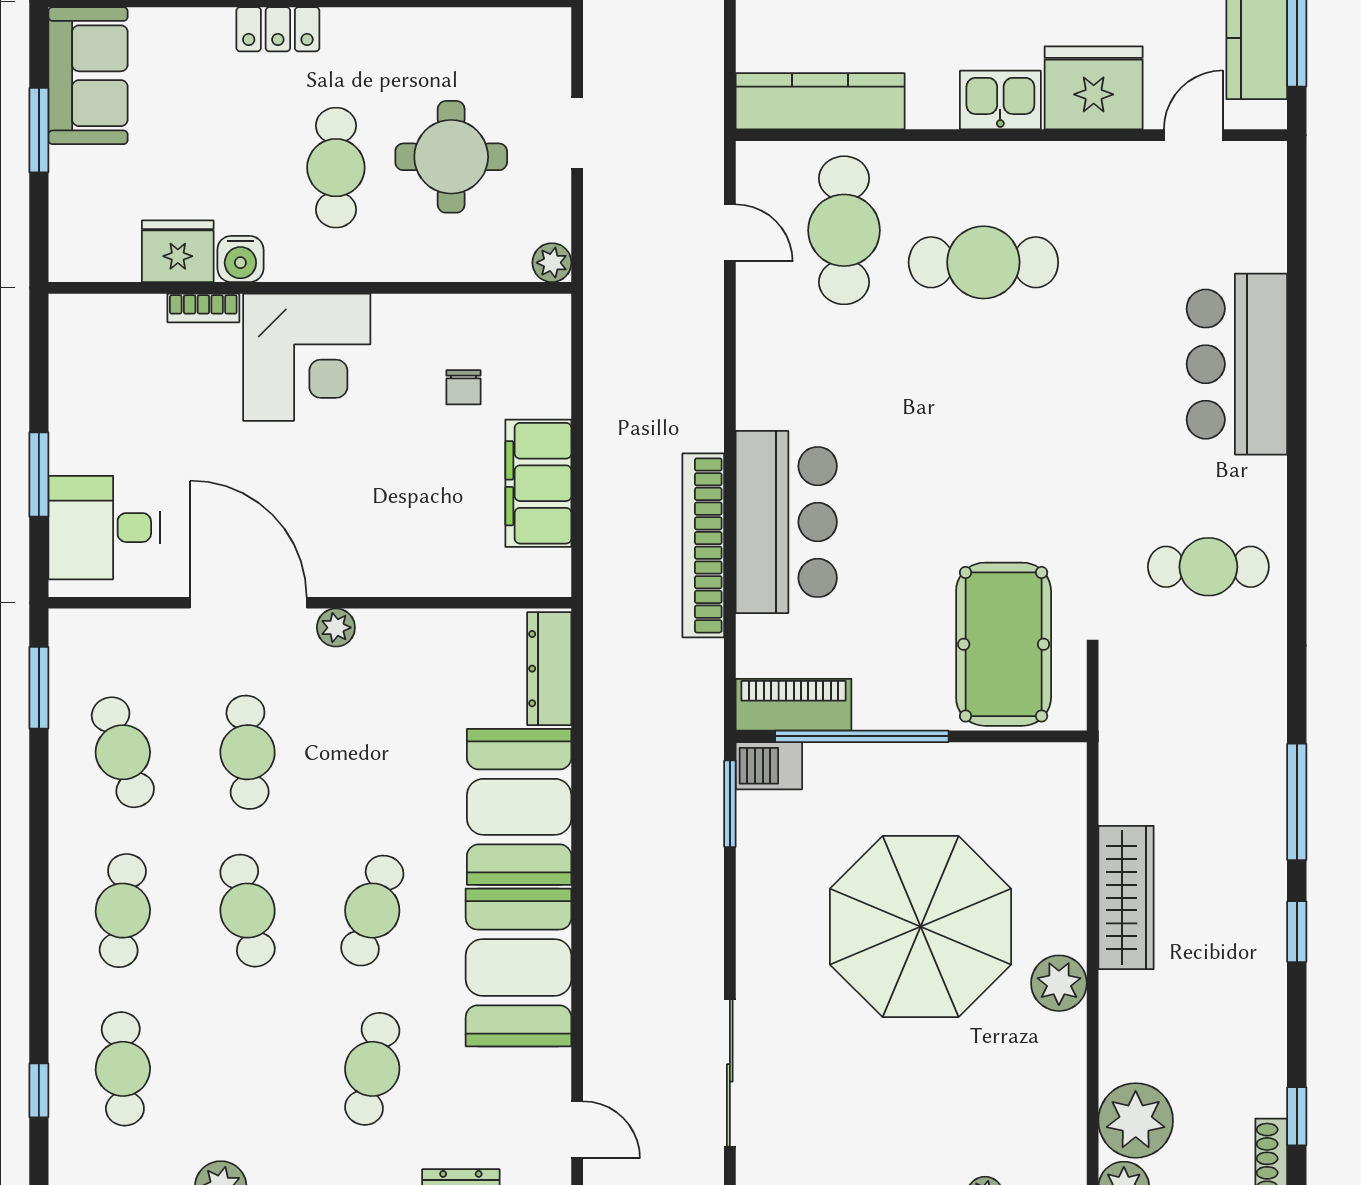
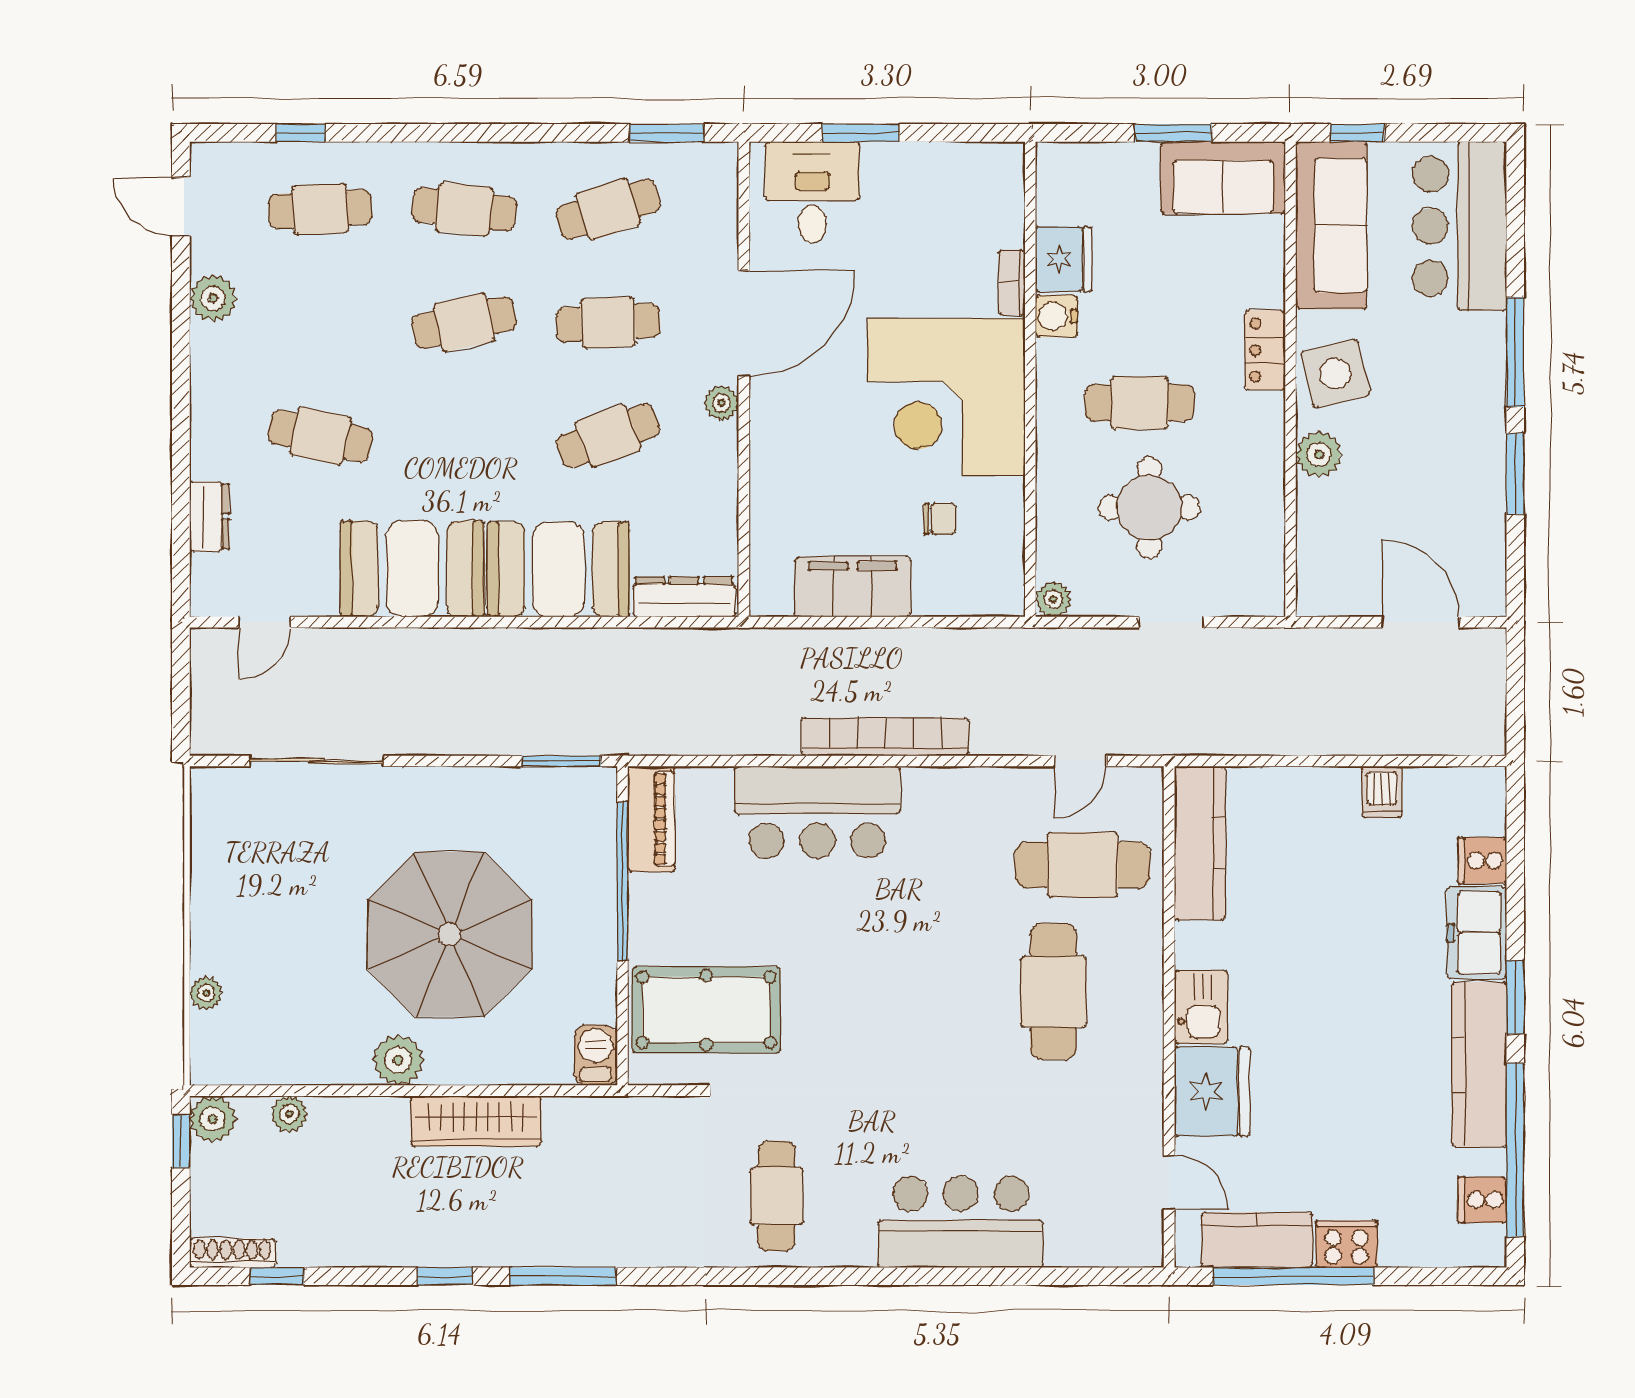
corner desk: (307, 357) -> (946, 397), width x1.36, depth x1.36
chair: (463, 387) -> (940, 519), turned 180
bookcase: (703, 545) -> (885, 737), moved
barbecue: (769, 766) -> (596, 1055), moved
cafe table: (372, 911) -> (608, 436), moved, turned -39
plant: (1136, 1120) -> (289, 1114), width x0.53, depth x0.53

